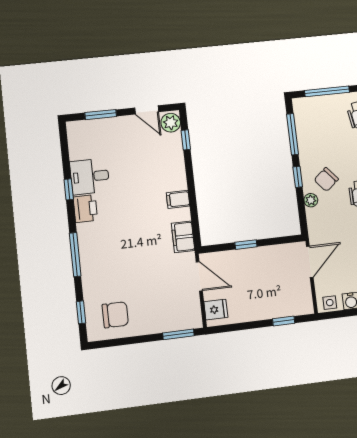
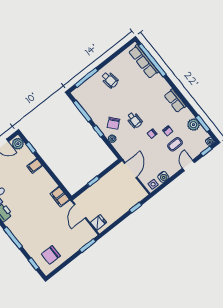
filing cabinet: (178, 199) -> (35, 166), moved
door: (199, 276) -> (80, 211), swing flipped
chair: (115, 315) -> (51, 255), turned 180

